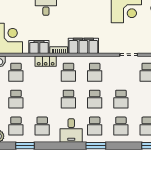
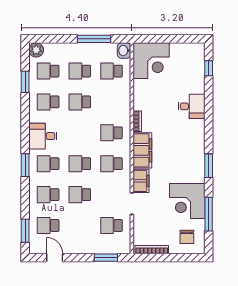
filing cabinet: (39, 47) -> (141, 181), moved
locker: (46, 61) -> (124, 106), removed
school desk: (68, 99) -> (80, 102), moved

